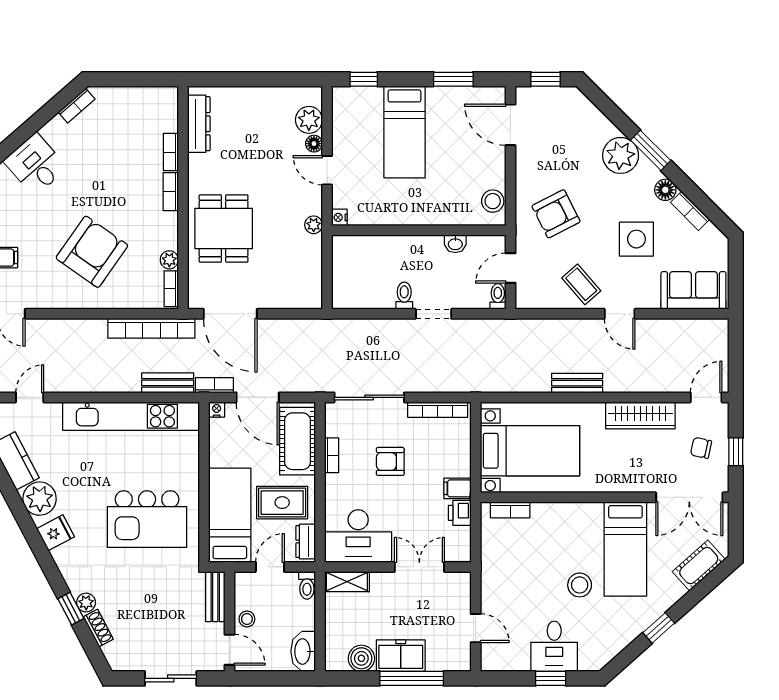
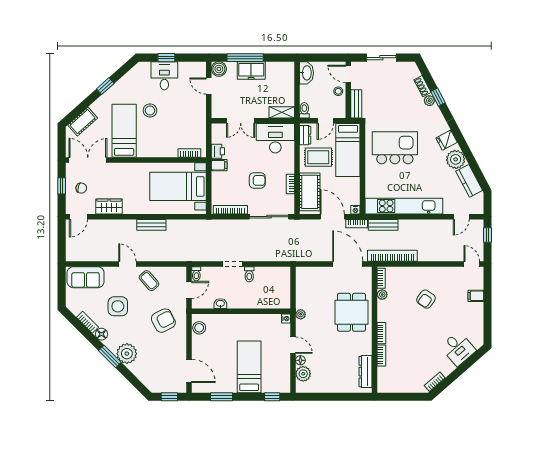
armchair: (92, 252) -> (426, 299), width x0.53, depth x0.53
wardrobe: (640, 415) -> (109, 206), width x0.67
boiler: (361, 658) -> (219, 69), moved

